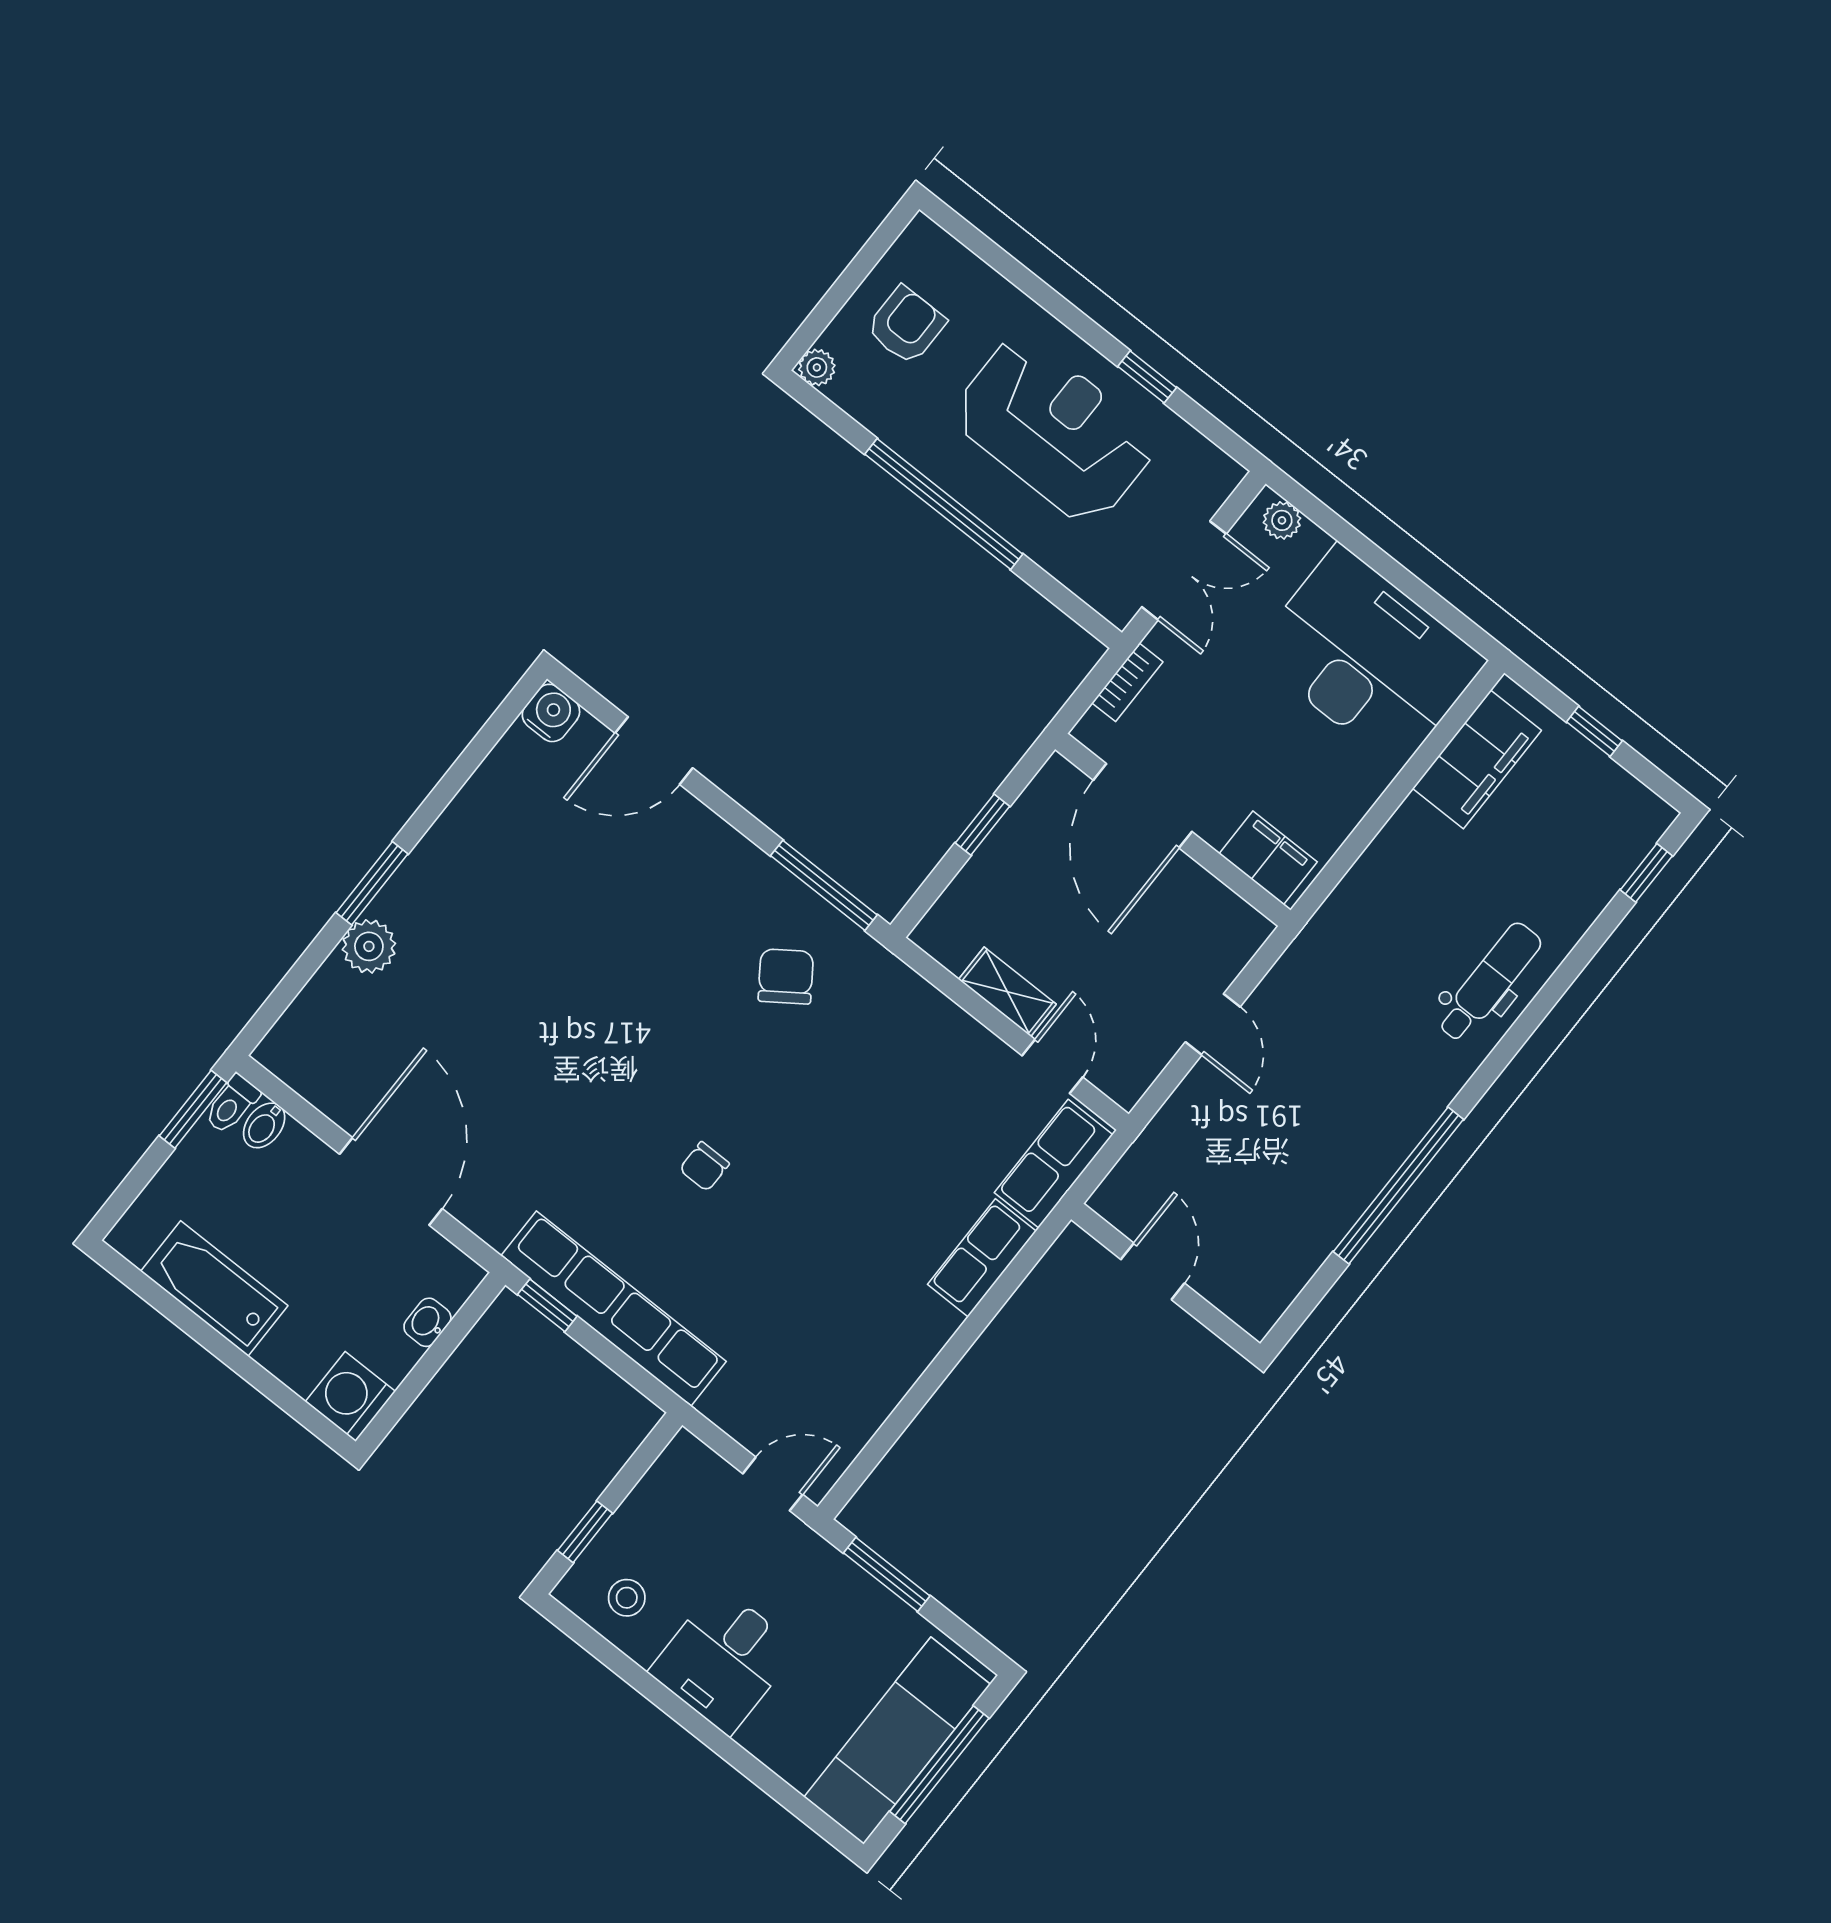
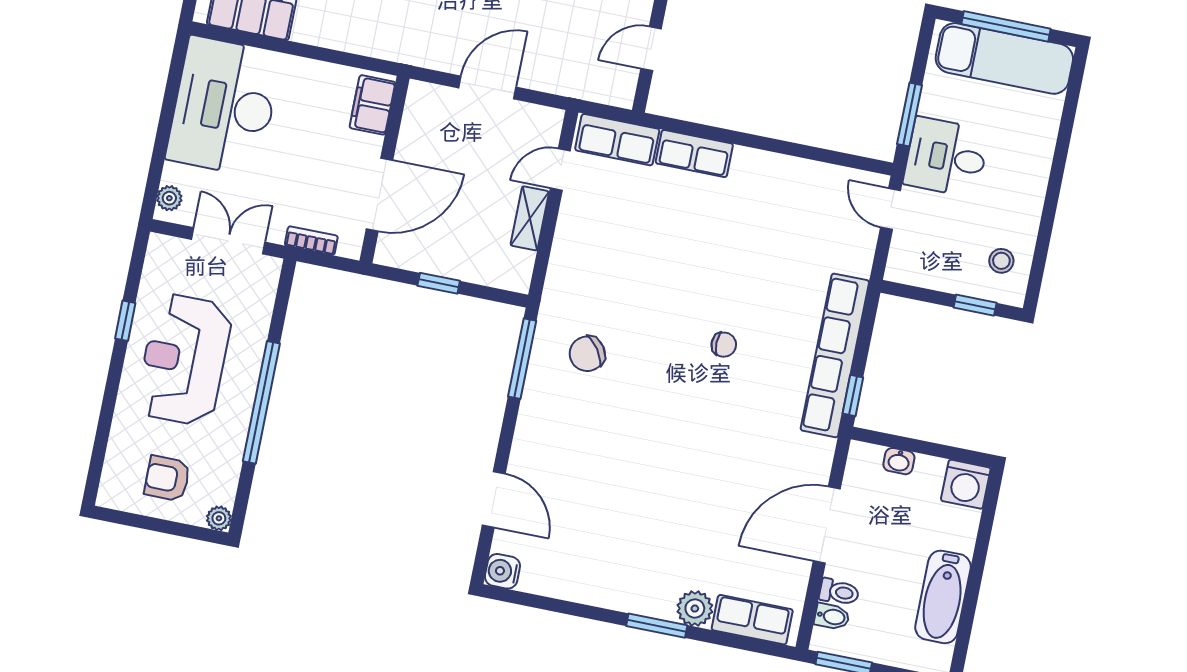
row of seats: (314, 1016) -> (752, 620), added
door: (1213, 1024) -> (487, 88), width x1.38
toilet: (232, 1104) -> (839, 592), moved
desk: (724, 1660) -> (946, 157), moved, turned 180

